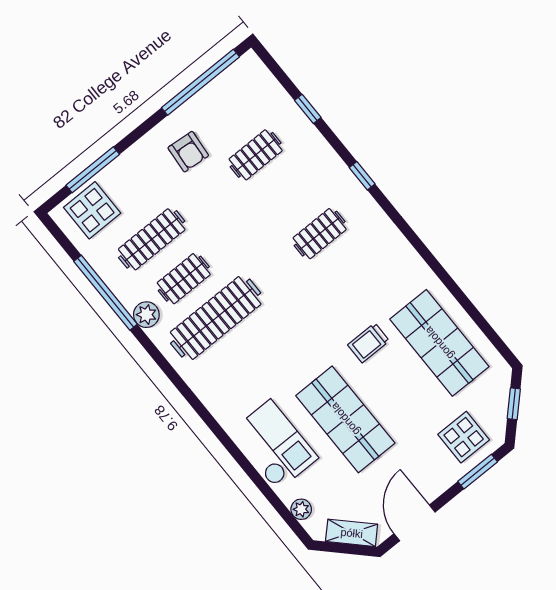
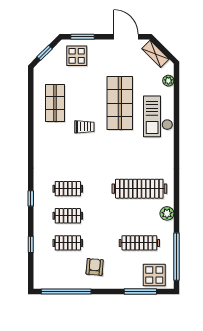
clothes rail: (184, 279) -> (68, 216), moved
window: (106, 293) -> (176, 257), moved
shop shelf: (439, 343) -> (55, 103), width x0.70, depth x0.74
door: (414, 523) -> (126, 37), swing flipped

